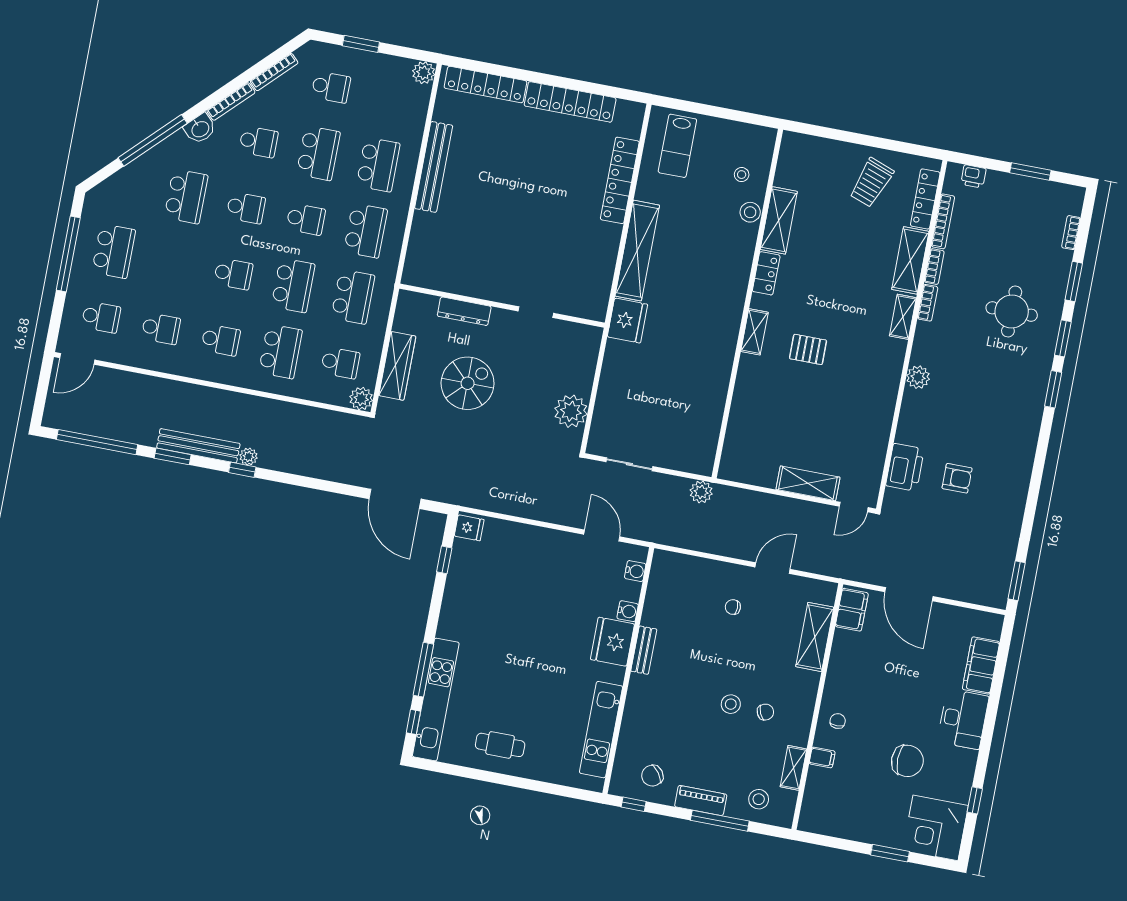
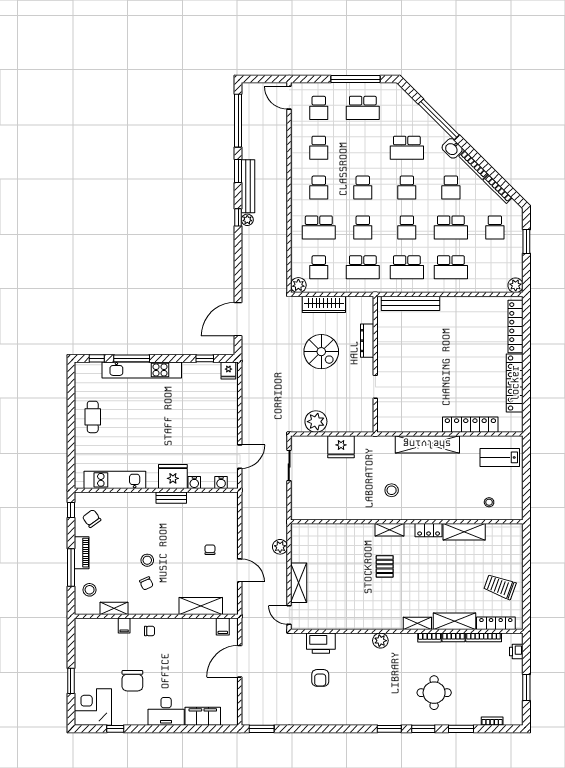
bench: (434, 167) -> (410, 303), moved
stool: (750, 212) -> (392, 490), moved
school desk: (293, 285) -> (363, 227), width x0.54
fridge: (627, 321) -> (341, 447), moved
plant: (701, 492) -> (280, 547), moved
filing cabinet: (852, 610) -> (223, 626), width x0.50
kitchen unit: (436, 700) -> (142, 370), moved

